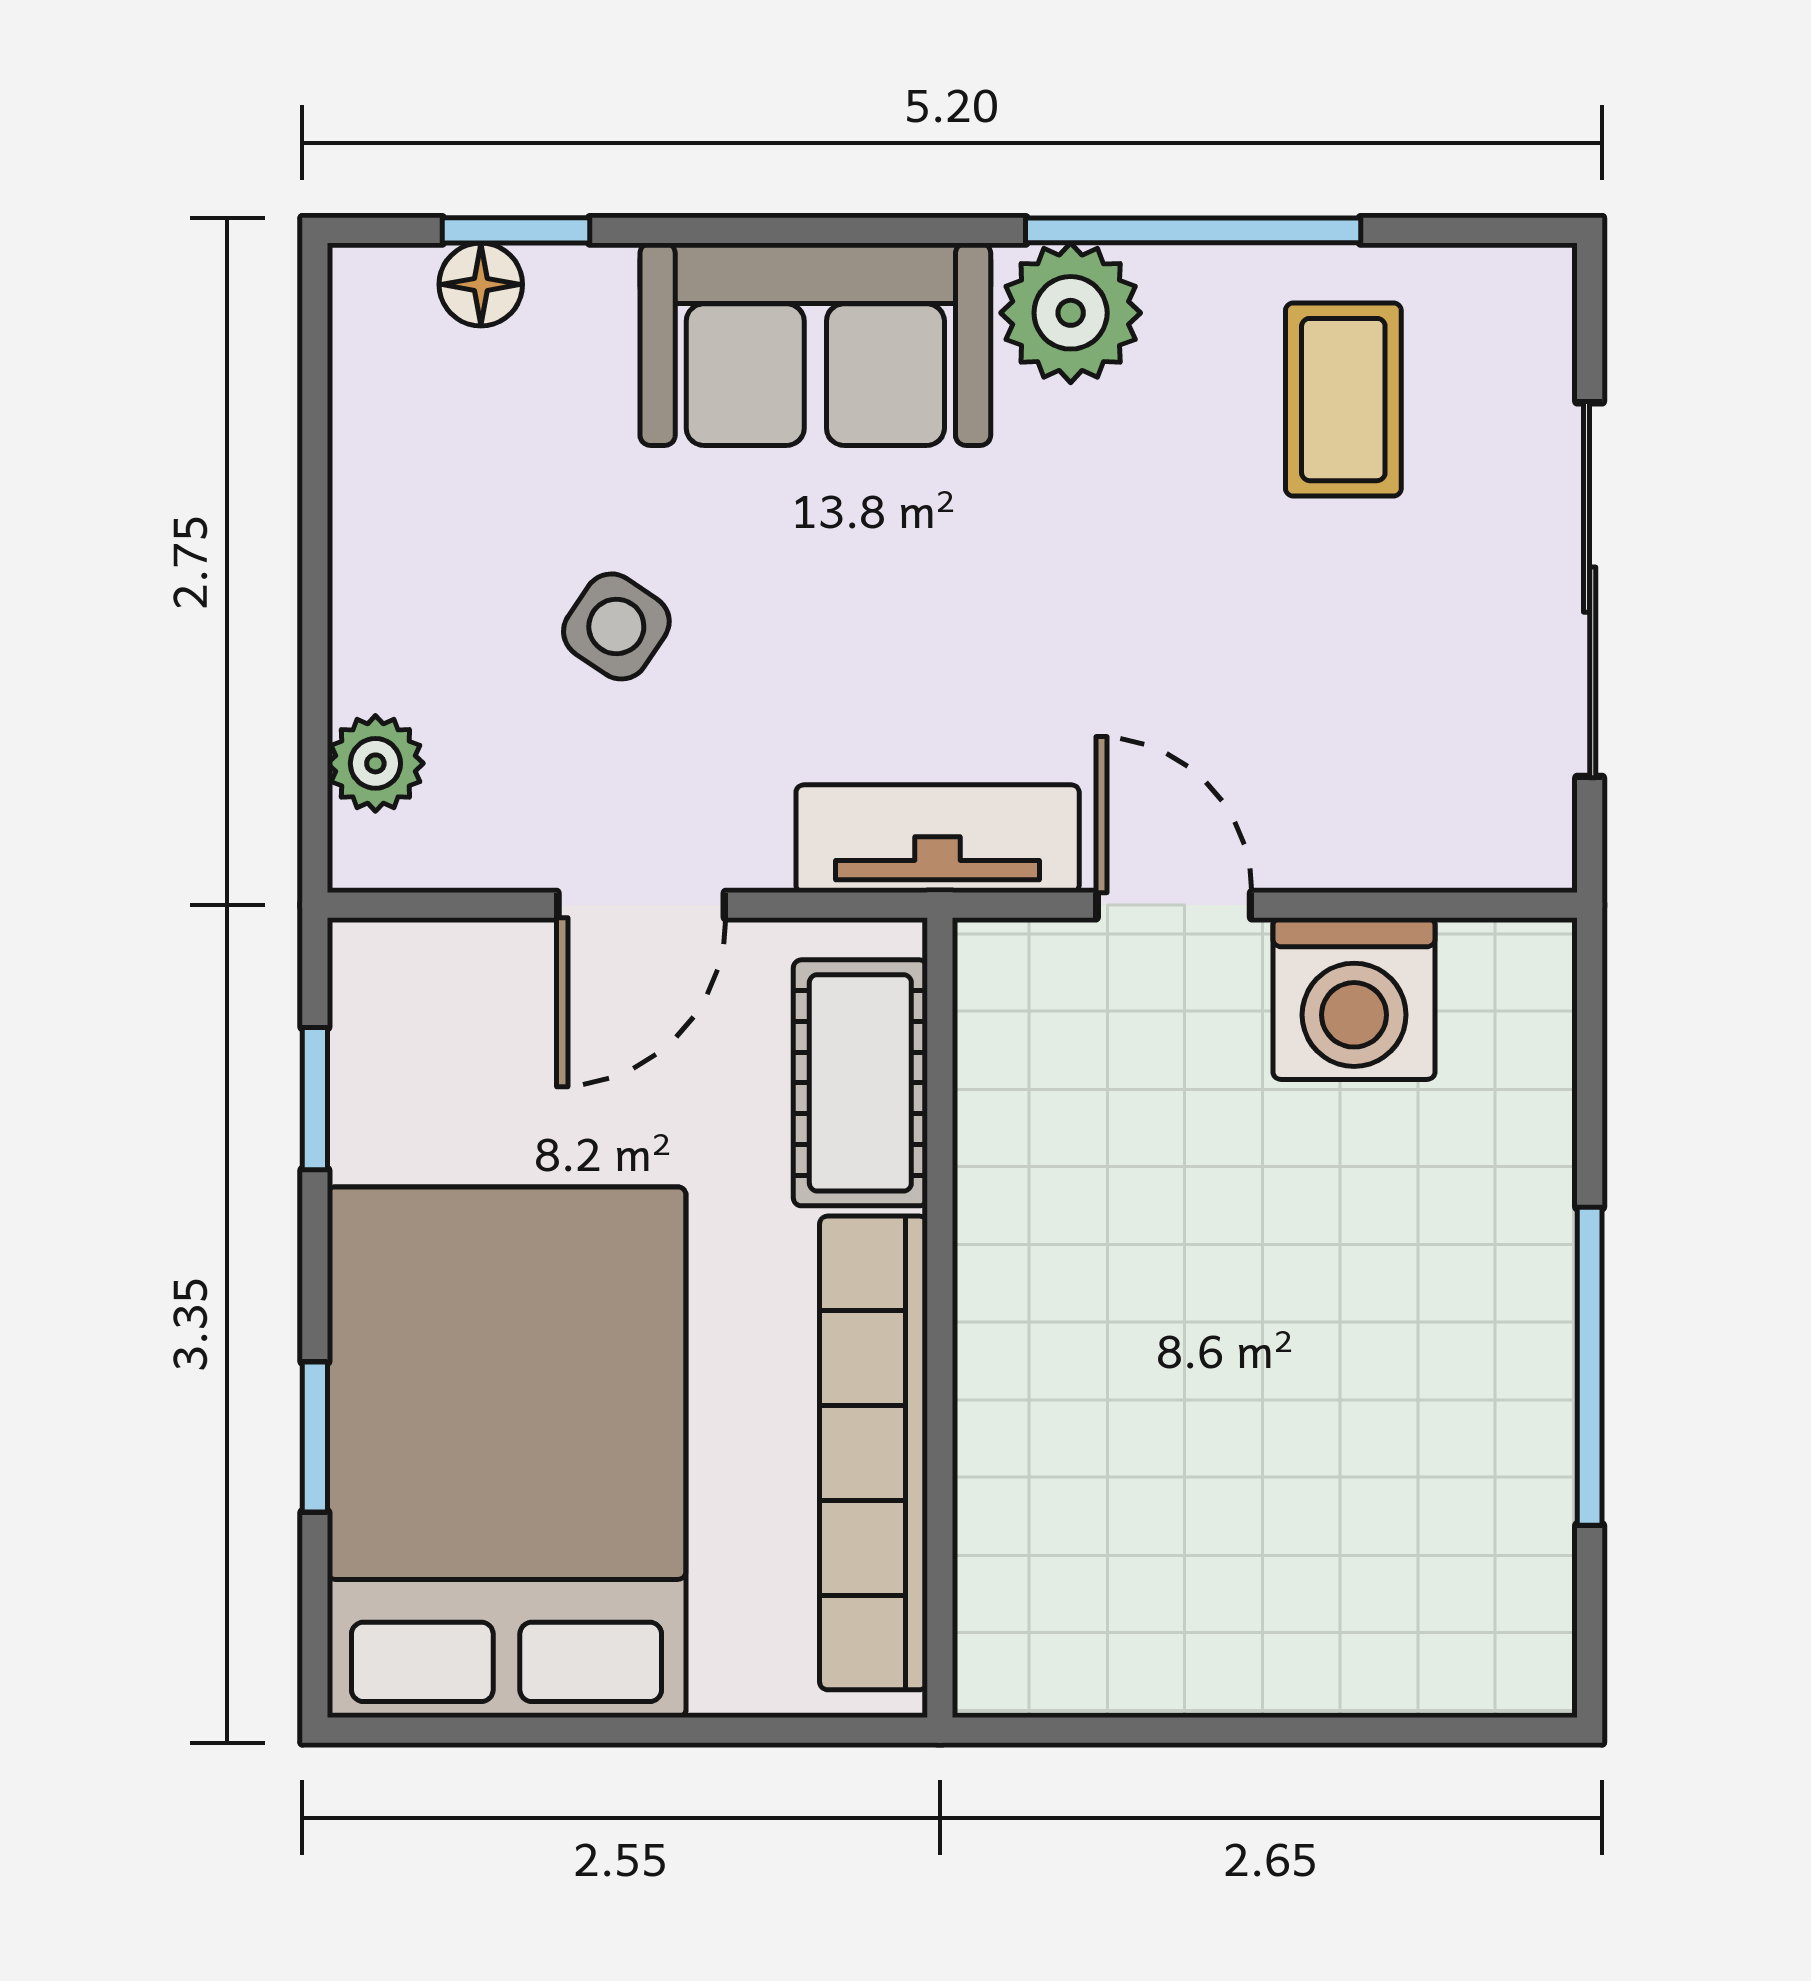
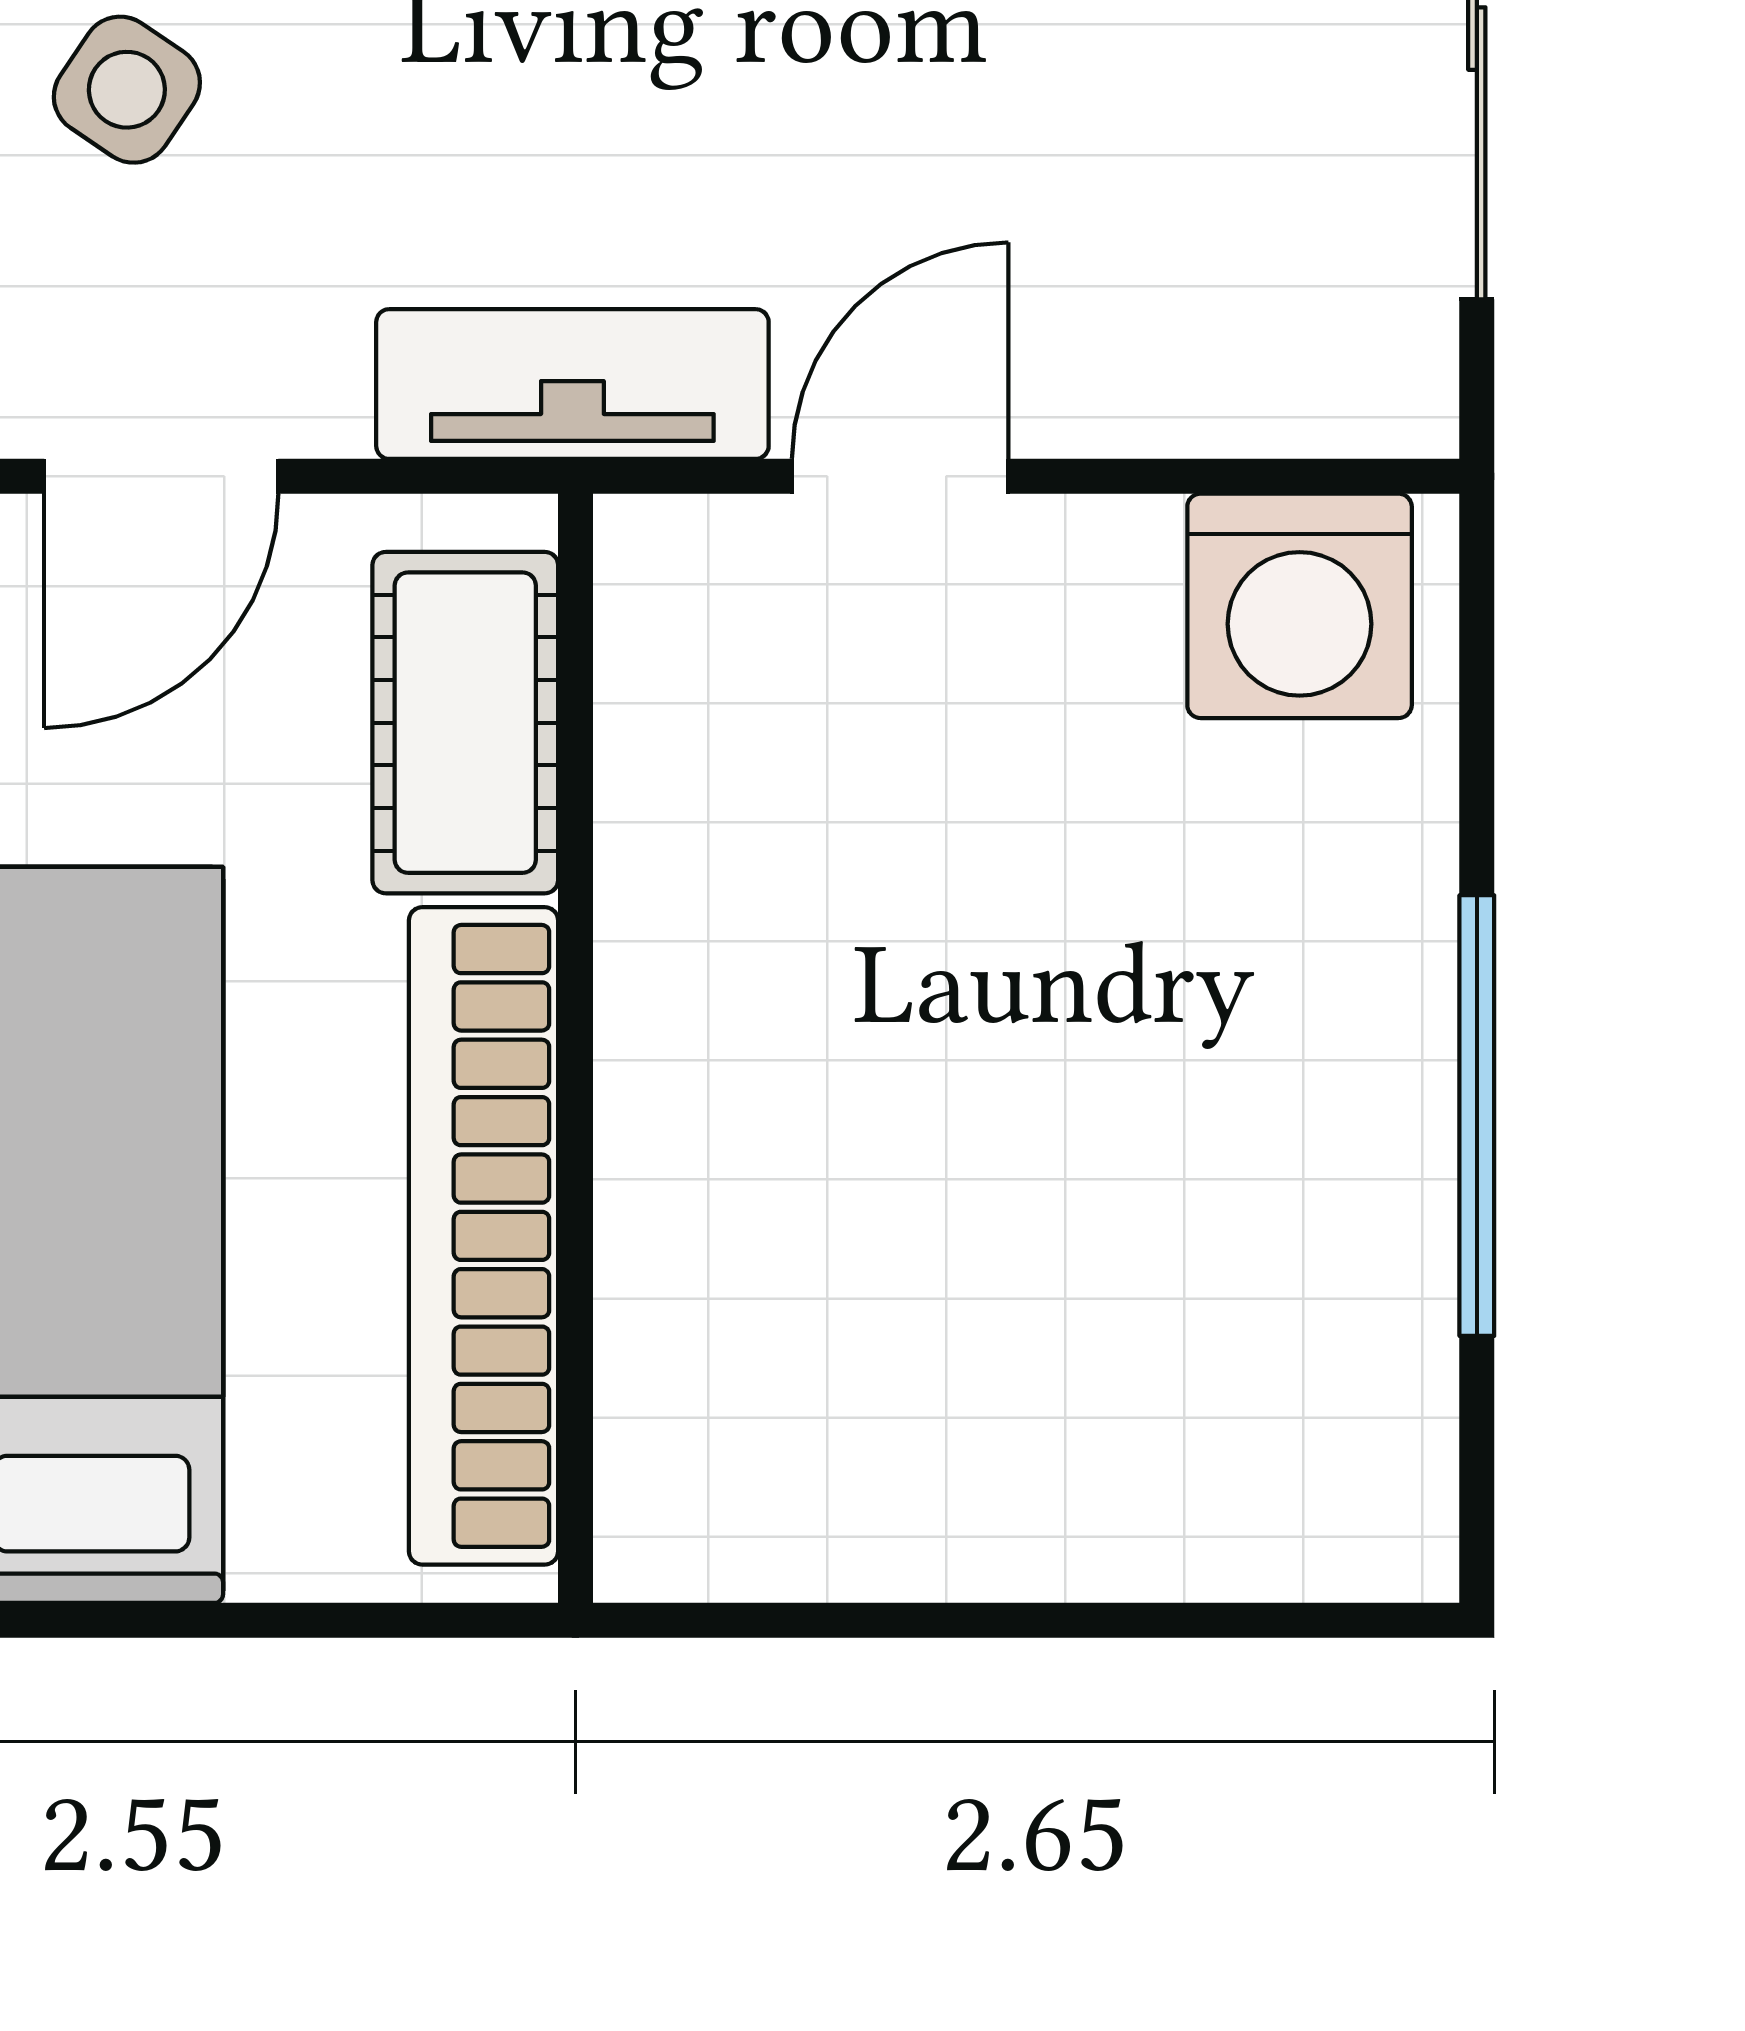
door: (1174, 905) -> (900, 476), hinge flipped
washing machine: (1354, 999) -> (1300, 606), moved

